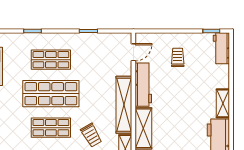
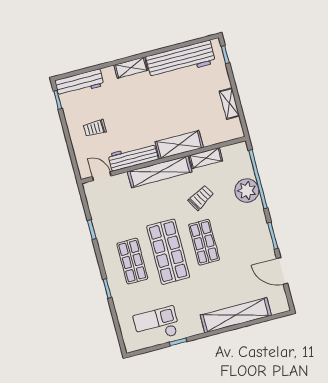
workbench: (221, 48) -> (79, 83), width x1.38

